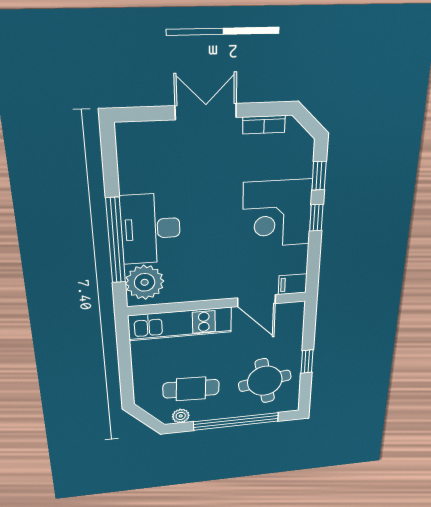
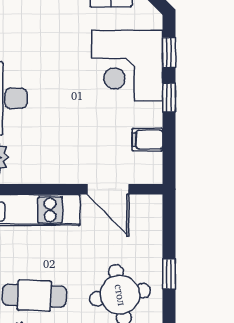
corner desk: (277, 214) -> (127, 66), moved
filing cabinet: (293, 284) -> (147, 140), moved

